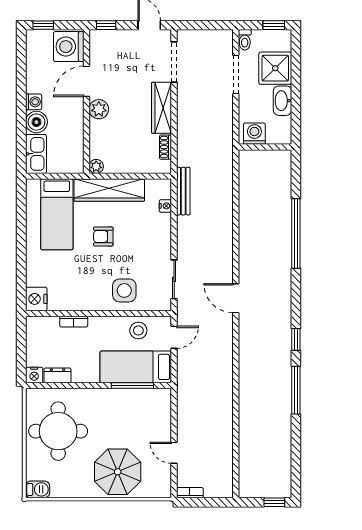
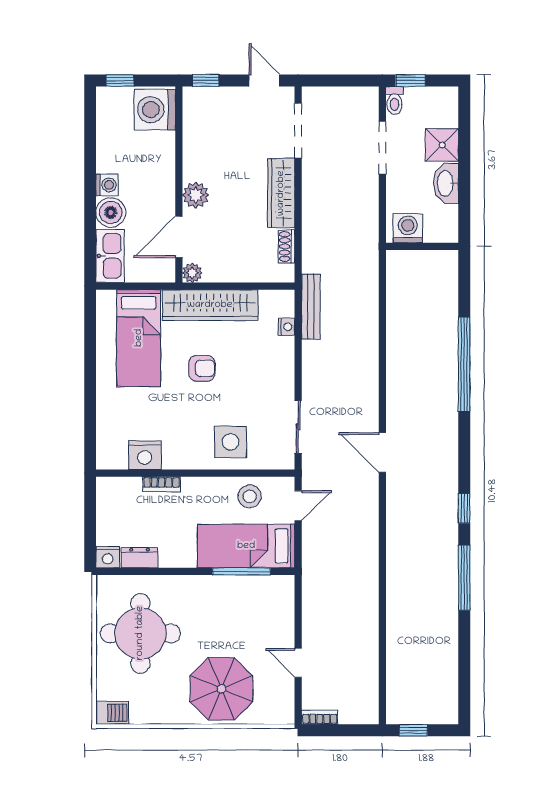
window: (274, 25) -> (410, 80), moved
shower: (275, 68) -> (442, 145), width x0.73, depth x0.73
door: (86, 81) -> (179, 237), moved
armchair: (103, 236) -> (202, 368), turned 180
nightstand: (36, 299) -> (145, 455), moved, turned -90
window: (274, 502) -> (413, 730), moved

